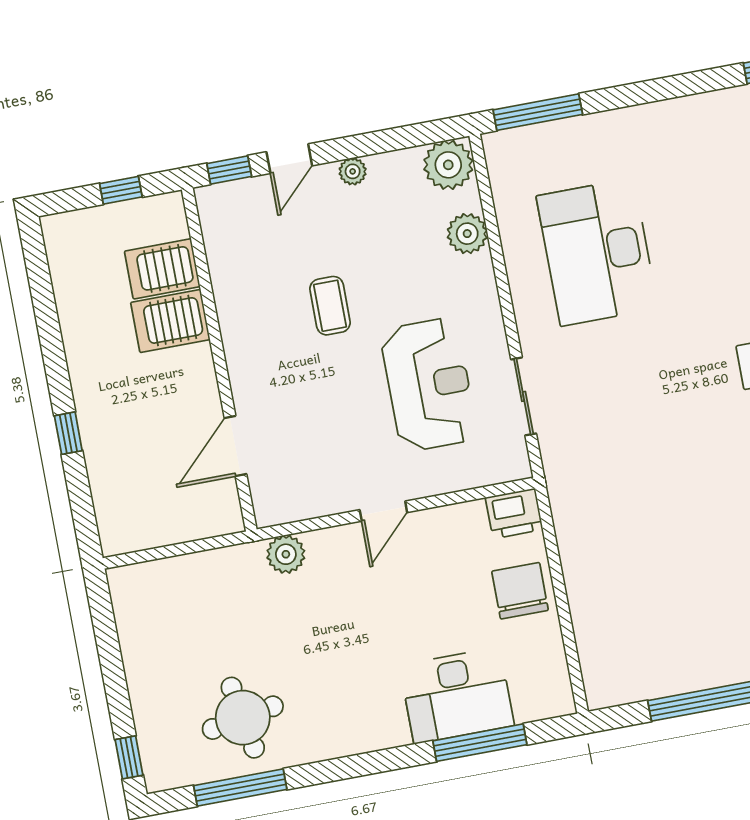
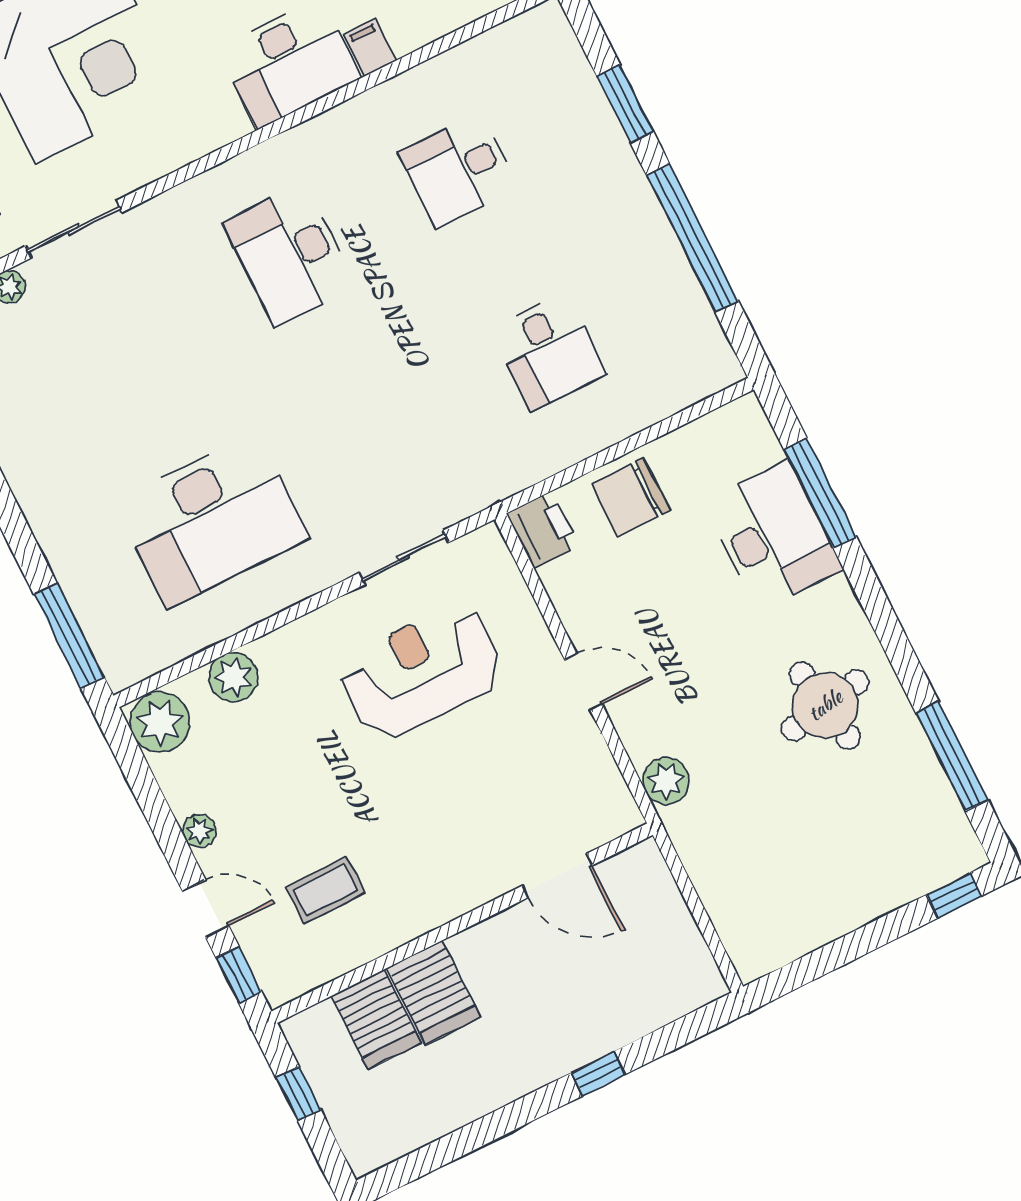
coffee table: (330, 306) -> (325, 890), moved
desk: (654, 559) -> (549, 352), added
round table: (243, 718) -> (825, 705), moved

